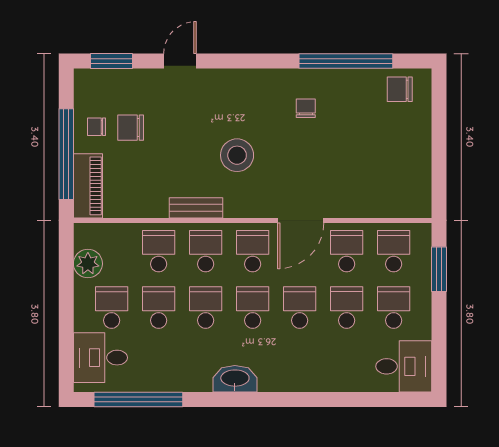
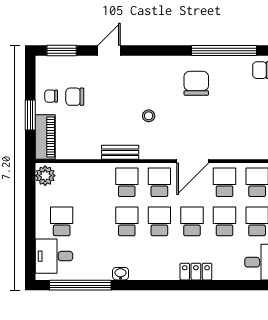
chair: (306, 108) -> (196, 83), width x1.87, depth x1.87
window: (66, 154) -> (30, 115), width x0.47
stool: (237, 155) -> (149, 116), width x0.53, depth x0.53
school desk: (159, 251) -> (94, 182), removed
plant: (88, 264) -> (45, 176), moved
school desk: (159, 308) -> (94, 221), removed
washbasin: (235, 379) -> (121, 274), moved, width x0.52, depth x0.69
locker: (305, 380) -> (196, 272), added

